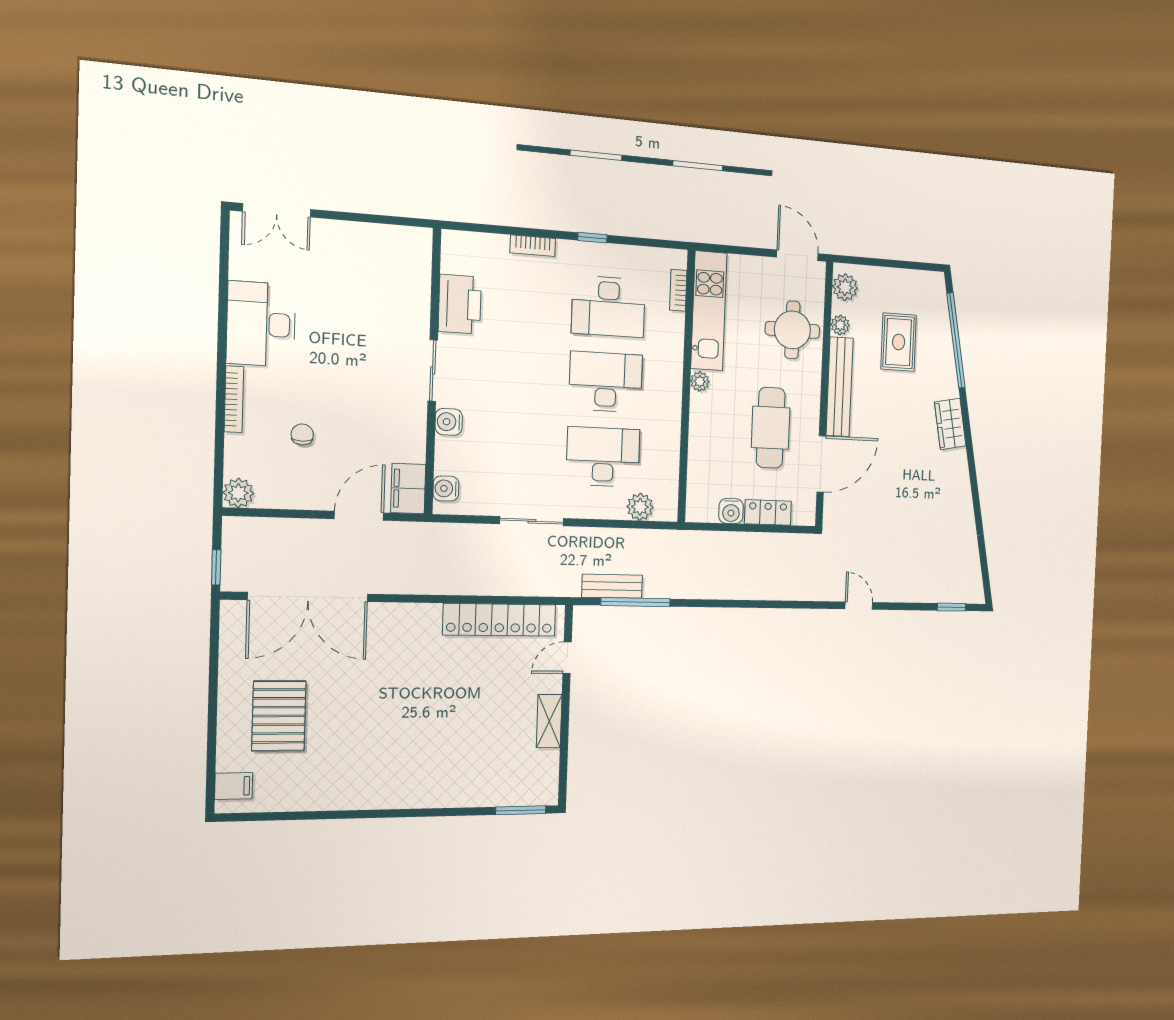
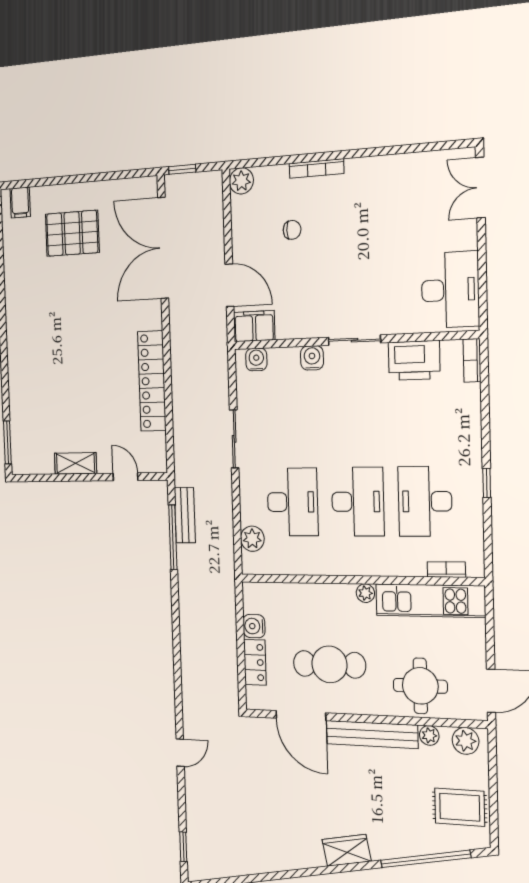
bookcase: (533, 246) -> (472, 360), moved
desk: (261, 324) -> (450, 290), moved, turned 90
rug: (899, 342) -> (460, 807), moved
locker: (499, 620) -> (152, 381), moved

